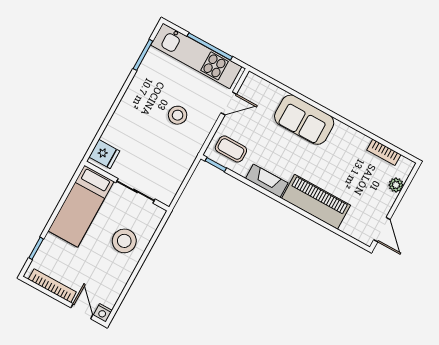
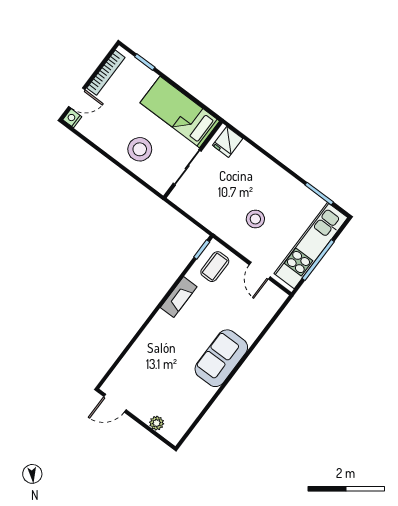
sofa: (304, 120) -> (221, 358), moved
bookcase: (384, 152) -> (190, 416), removed
piano: (316, 202) -> (151, 342), removed

